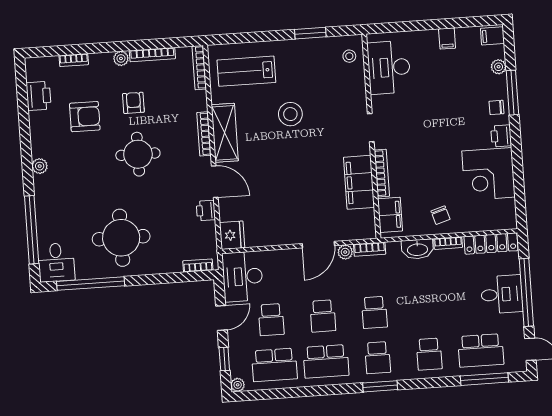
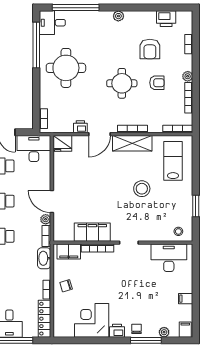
washbasin: (417, 249) -> (44, 258), moved

